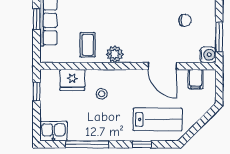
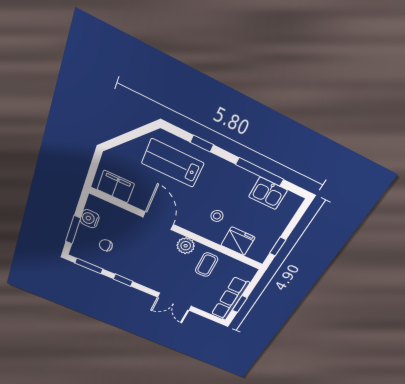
window: (219, 37) -> (73, 230), moved
water cooler: (208, 55) -> (90, 219), moved
door: (162, 66) -> (158, 221), moved
filing cabinet: (196, 79) -> (116, 187), width x2.00
kitchen sink: (53, 131) -> (268, 193), moved

